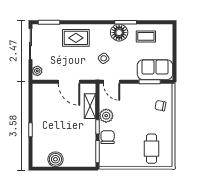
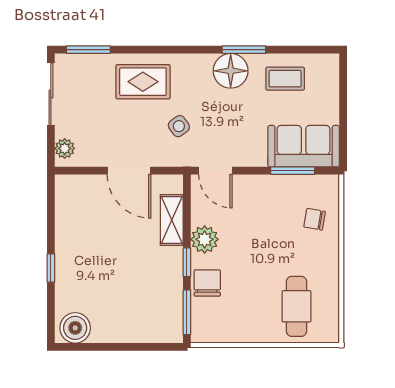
side table: (104, 58) -> (179, 126), moved
boiler: (55, 159) -> (75, 328), moved

